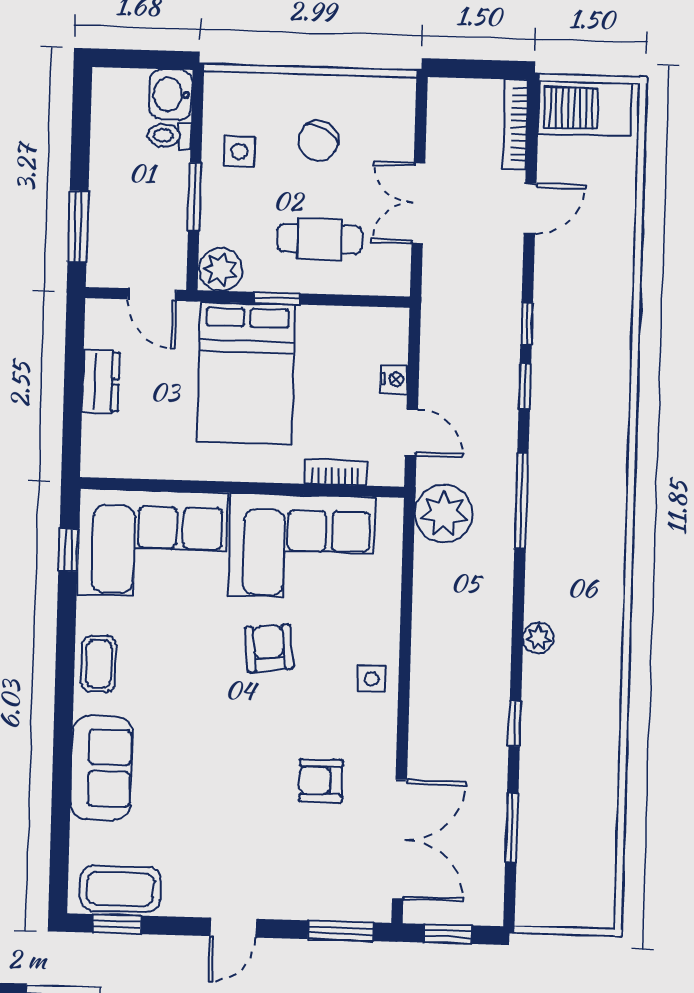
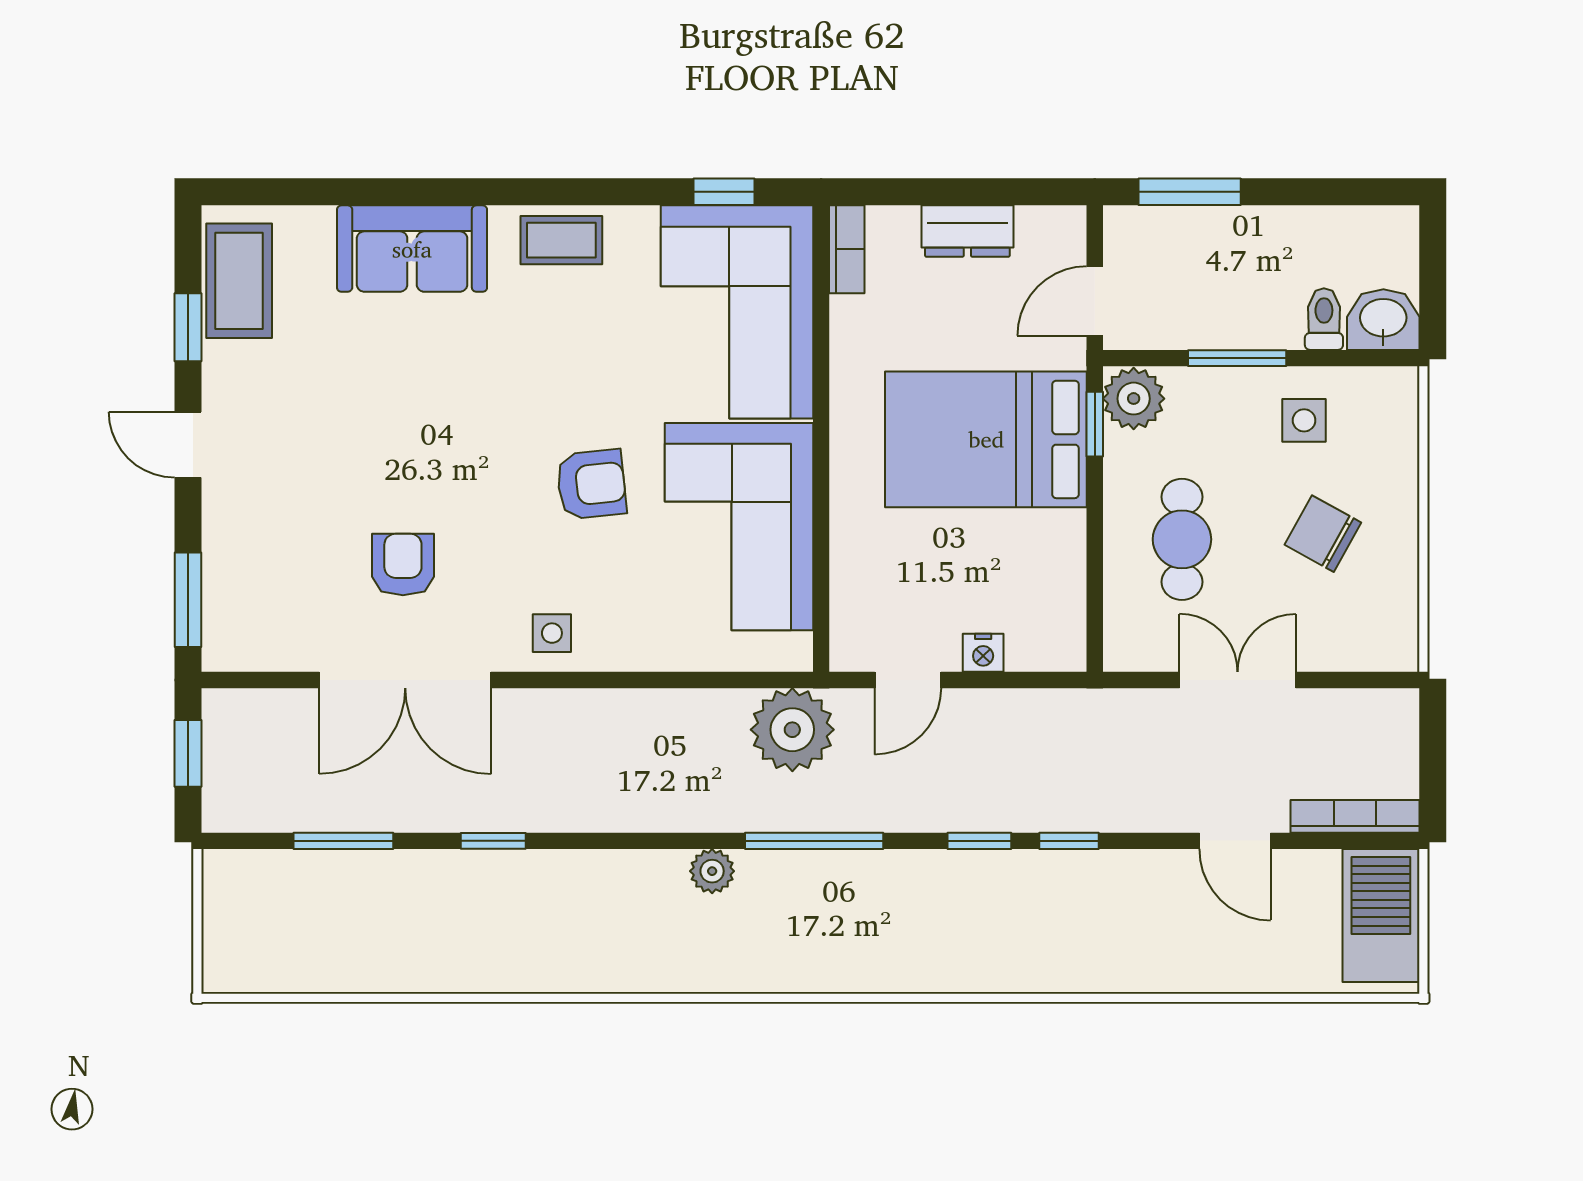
window: (277, 298) -> (1095, 424), moved
bookcase: (335, 472) -> (847, 249), moved
plant: (538, 638) -> (712, 871), moved
double door: (399, 839) -> (405, 680), moved
window: (117, 924) -> (188, 327), moved

